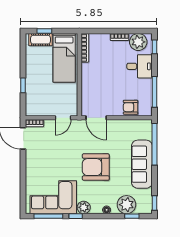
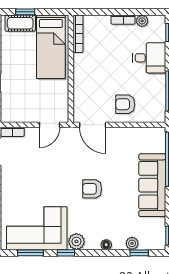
plant: (138, 42) -> (142, 21), width x0.53, depth x0.53
armchair: (131, 107) -> (125, 104), moved
armchair: (96, 167) -> (92, 189), width x0.53, depth x0.53
plant: (126, 205) -> (132, 243), width x0.53, depth x0.53
window: (48, 216) -> (30, 253), width x0.69

